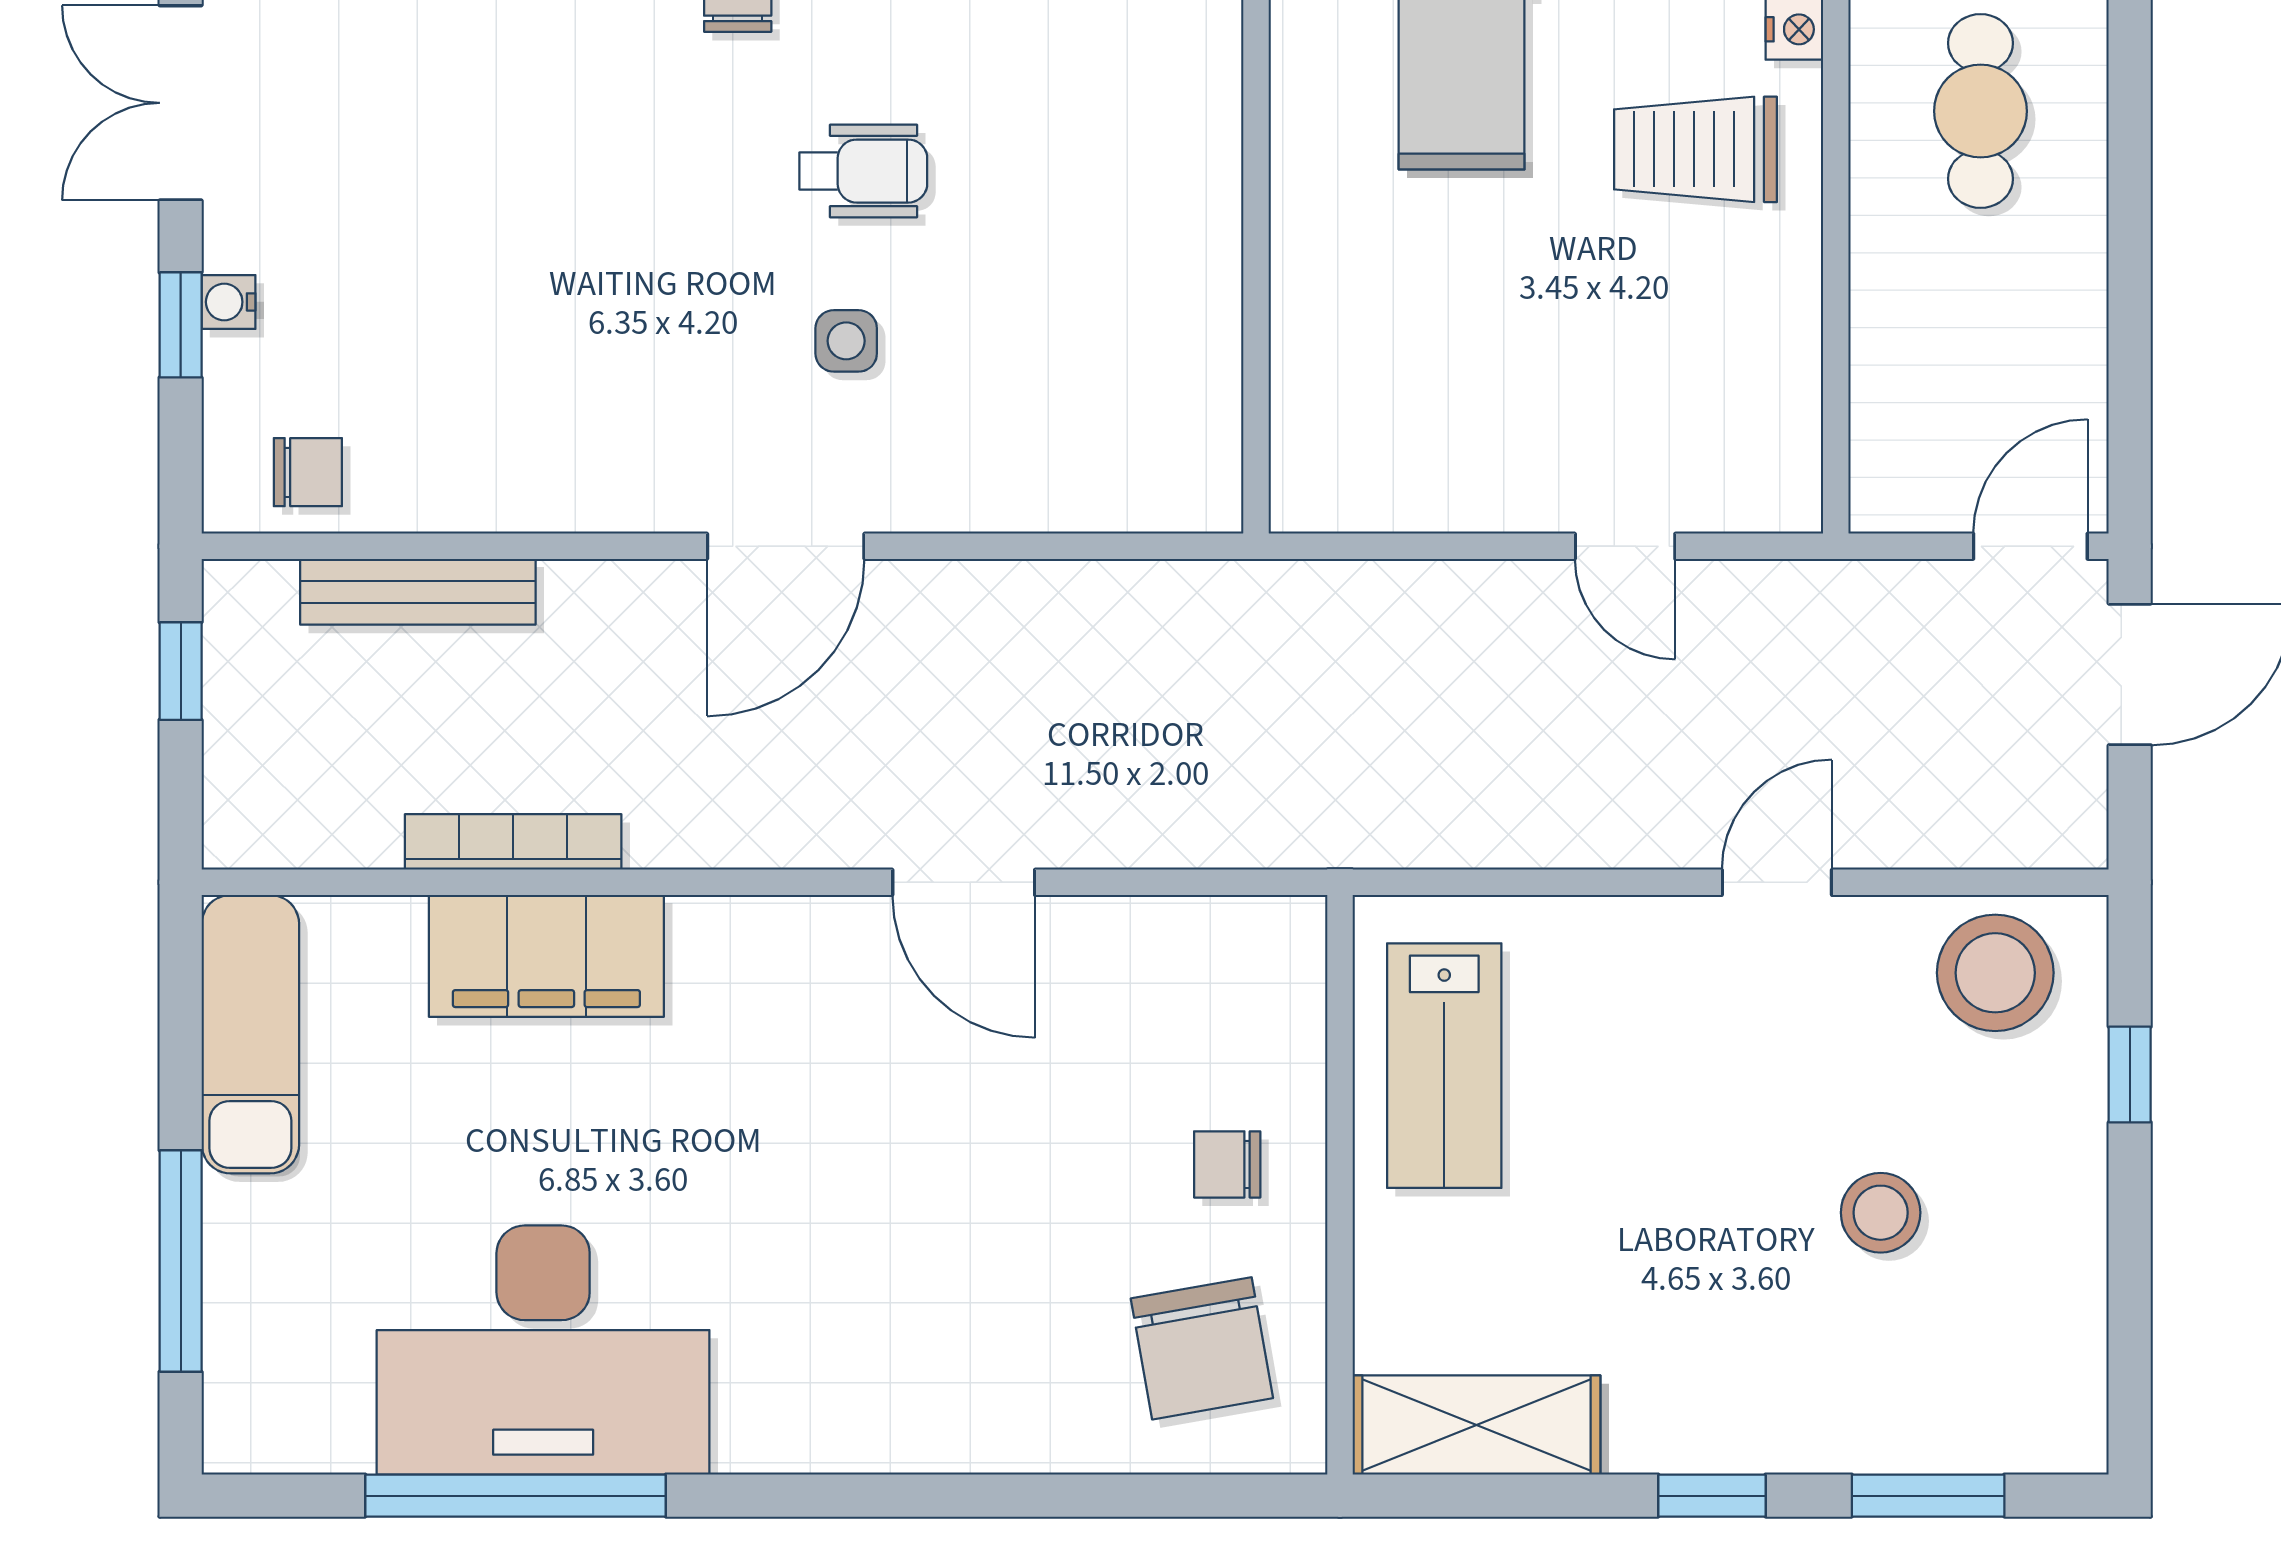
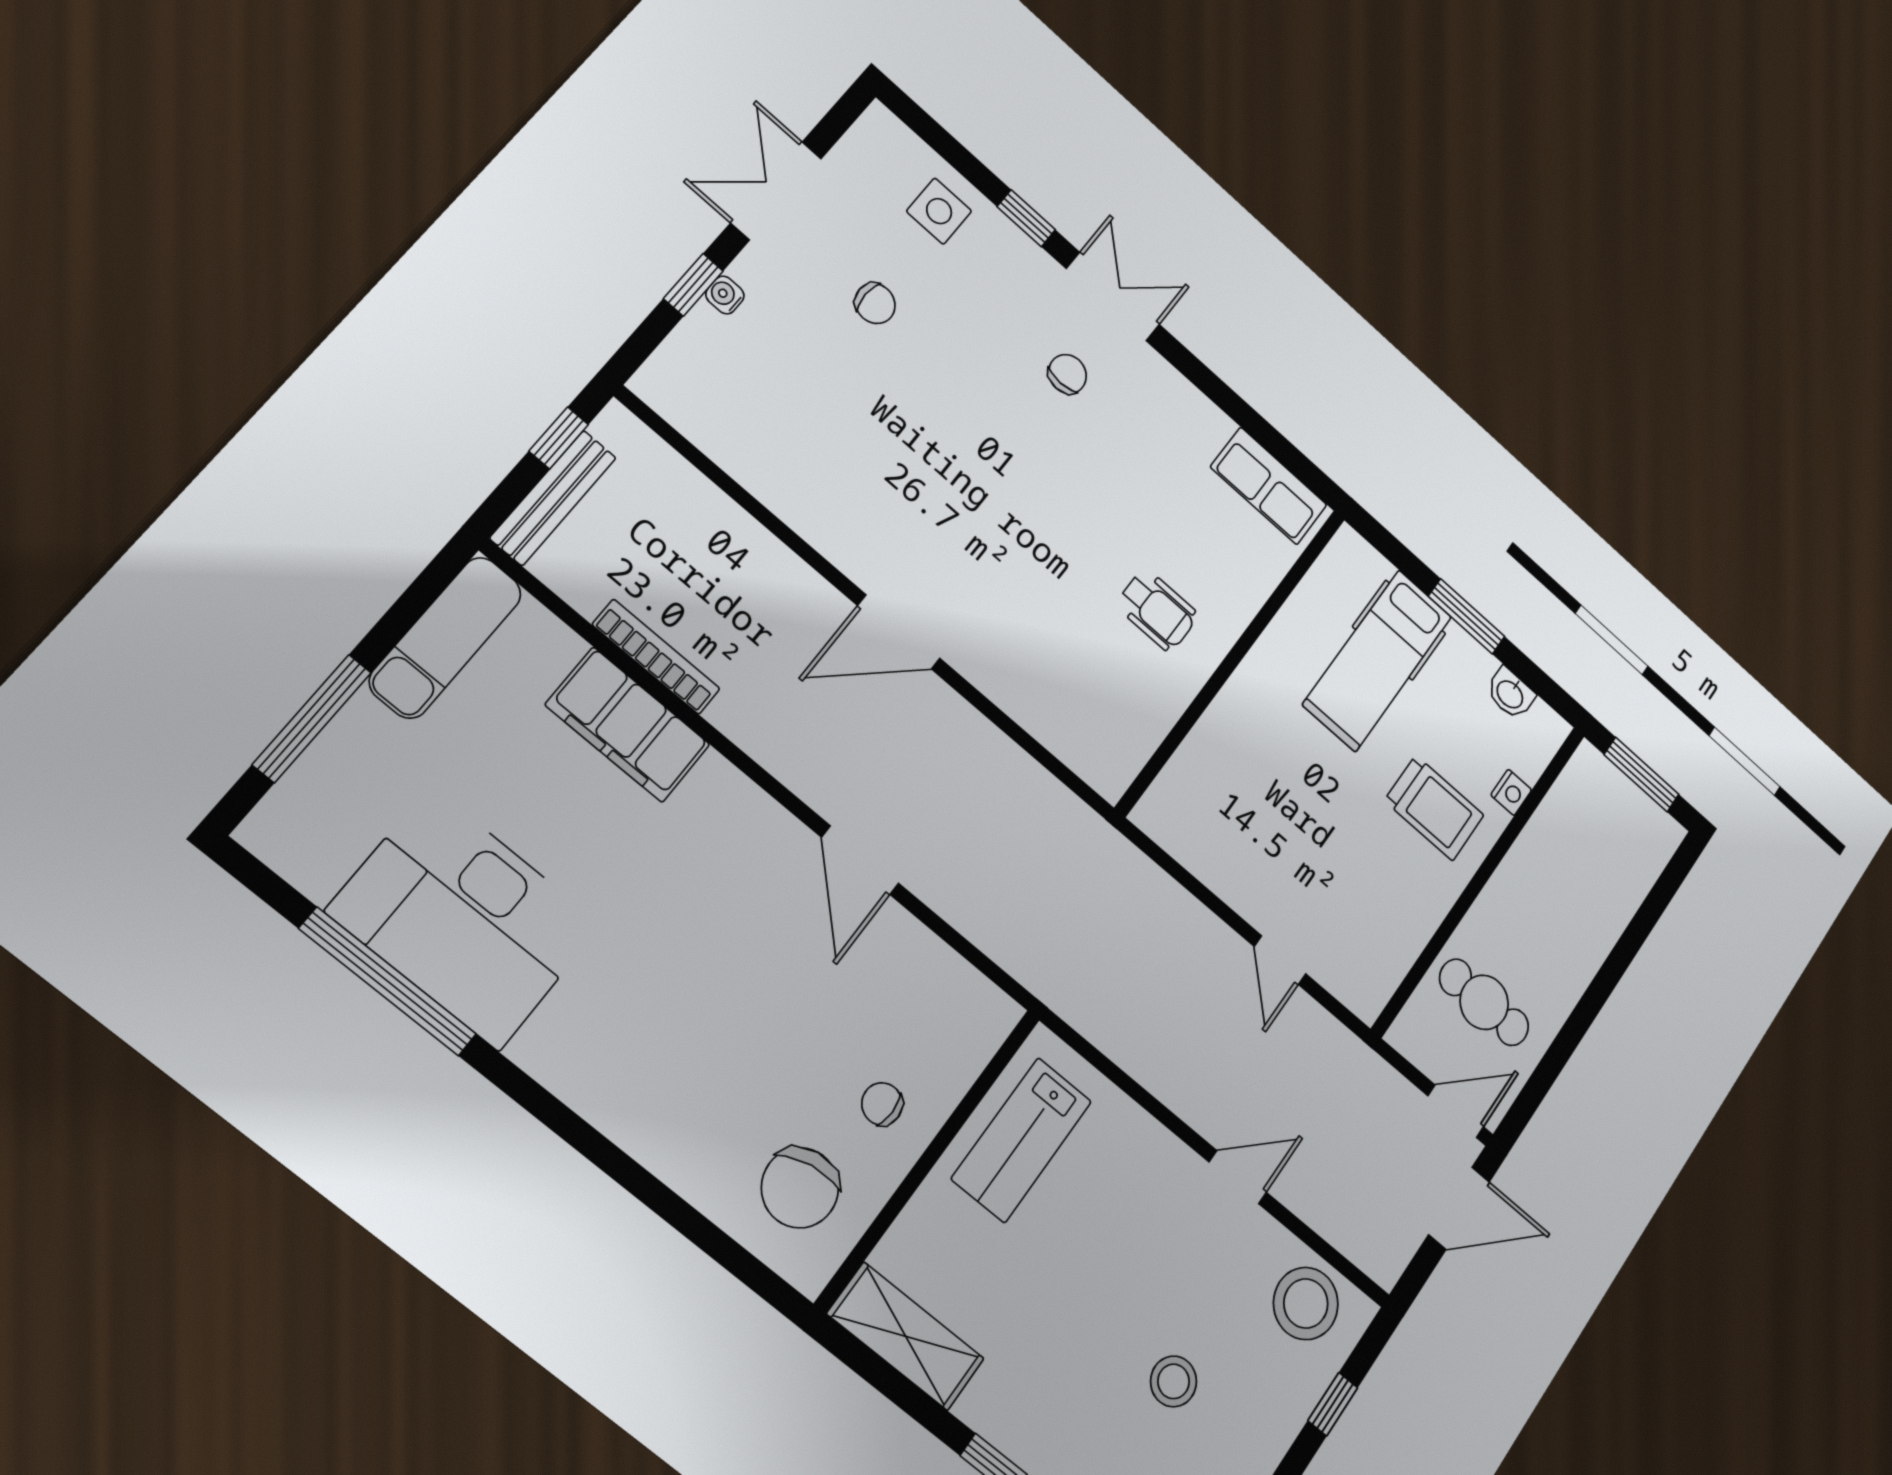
cafe table: (1981, 111) -> (1484, 1002), moved, turned 90
trolley: (1696, 149) -> (1434, 808), turned 180
wheelchair: (863, 171) -> (1157, 610), moved
side table: (846, 341) -> (999, 564), removed
chair: (308, 472) -> (875, 303), moved
bench: (418, 592) -> (553, 498), moved, turned 90

